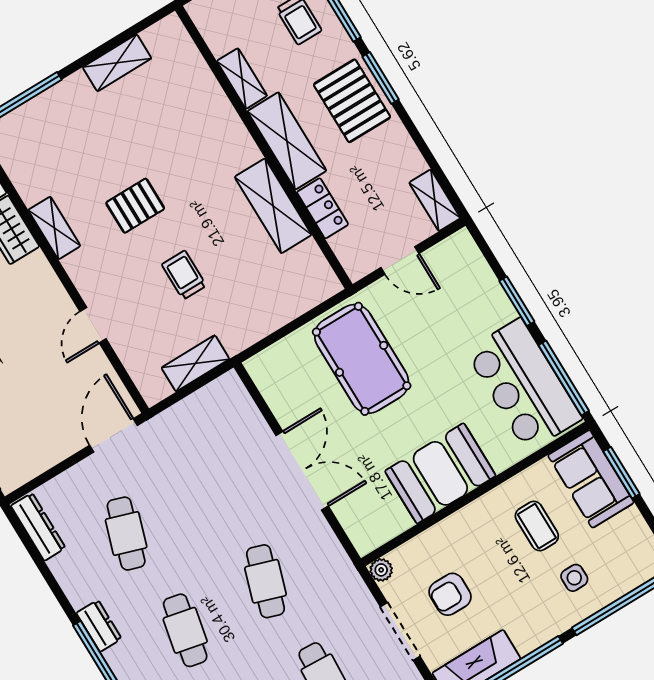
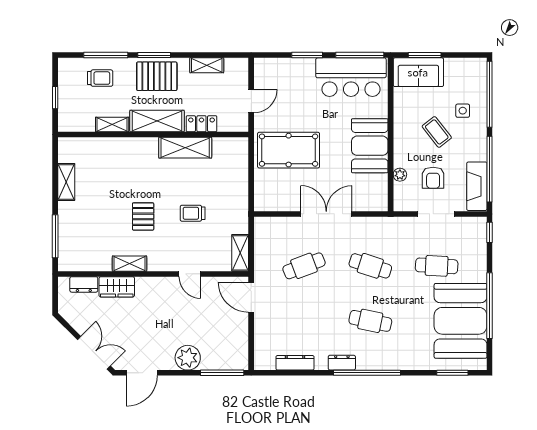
shelving: (435, 200) -> (207, 65), moved
shelving: (195, 363) -> (240, 253), moved
coffee table: (537, 526) -> (437, 132), moved, turned 52
dresser: (38, 527) -> (295, 363), moved
cafe table: (126, 534) -> (304, 266), moved, turned -39
plant: (381, 570) -> (400, 175), moved

